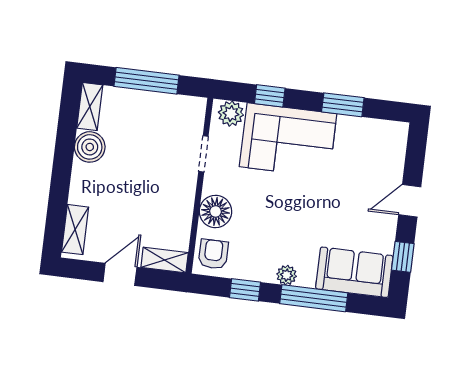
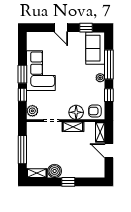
window: (343, 105) -> (22, 74), moved
corner sofa: (288, 140) -> (41, 71), moved
window: (61, 175) -> (68, 182), added
shelving: (75, 230) -> (73, 127), moved

